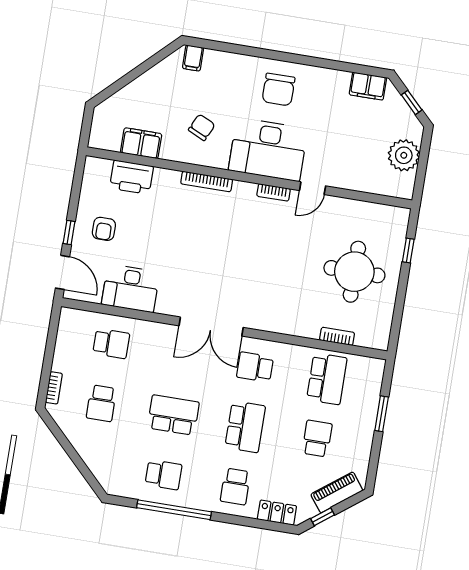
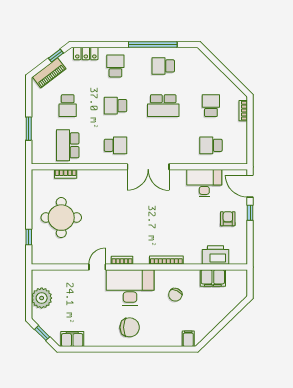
chair: (278, 90) -> (130, 327), turned 90
double door: (211, 327) -> (148, 167), swing flipped
school desk: (245, 427) -> (115, 106), width x0.54

